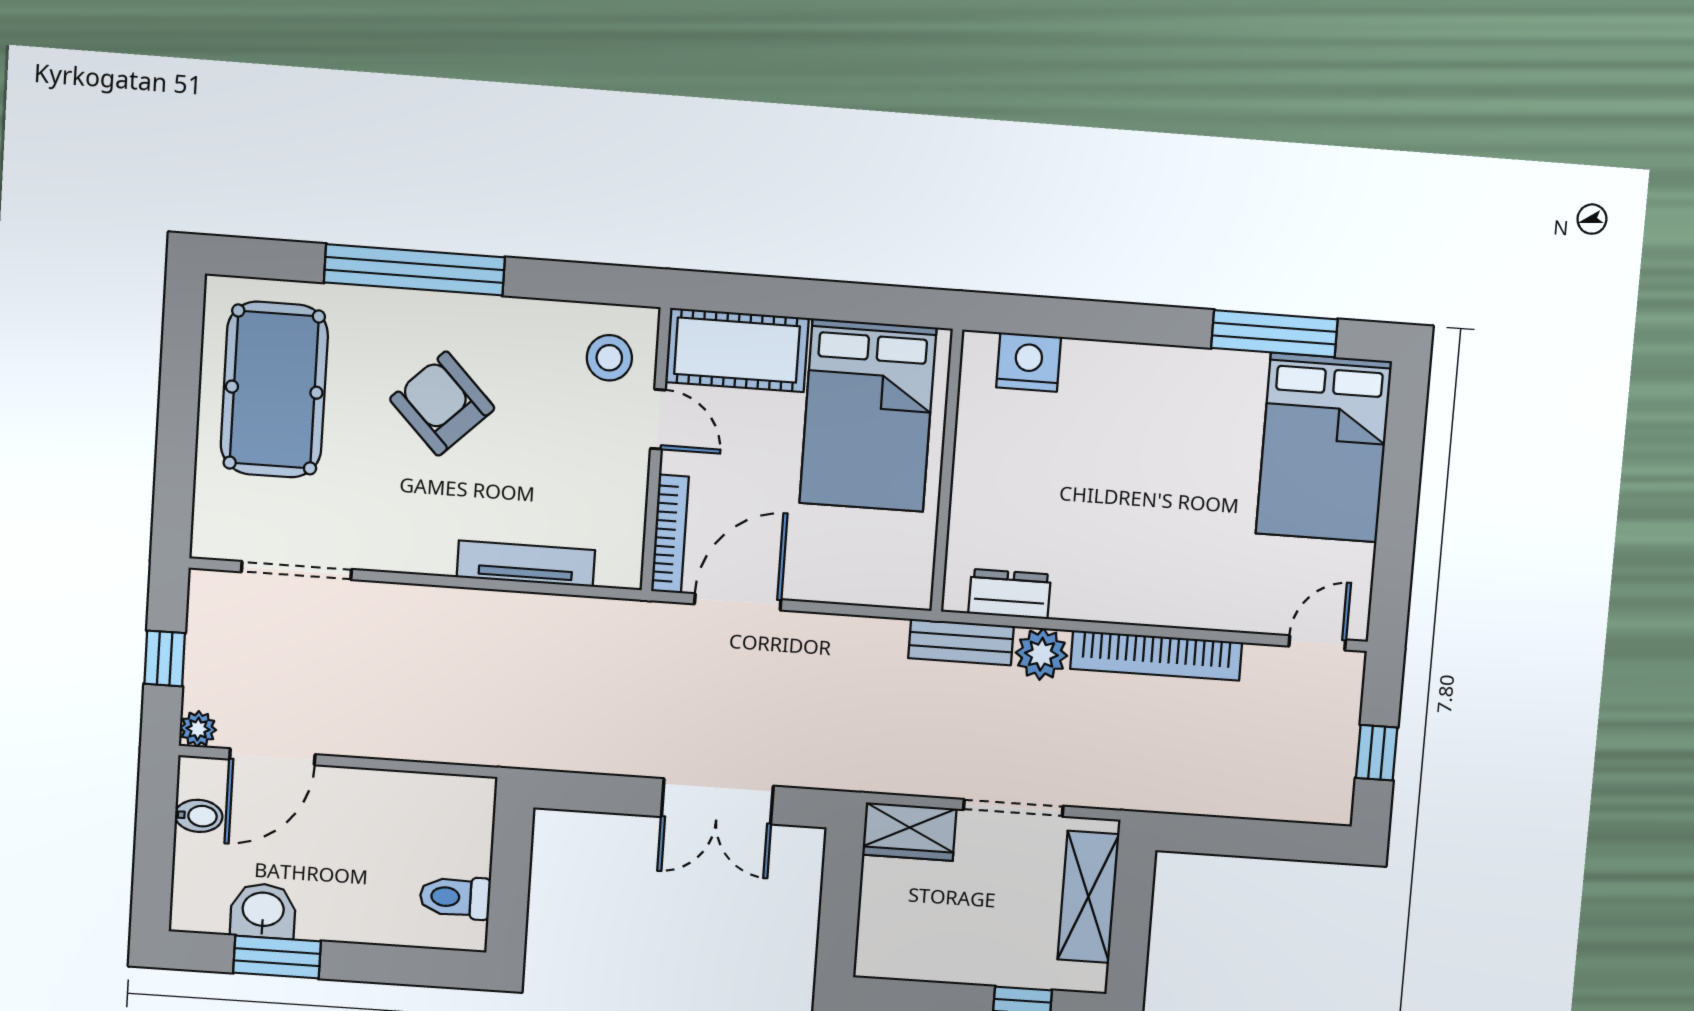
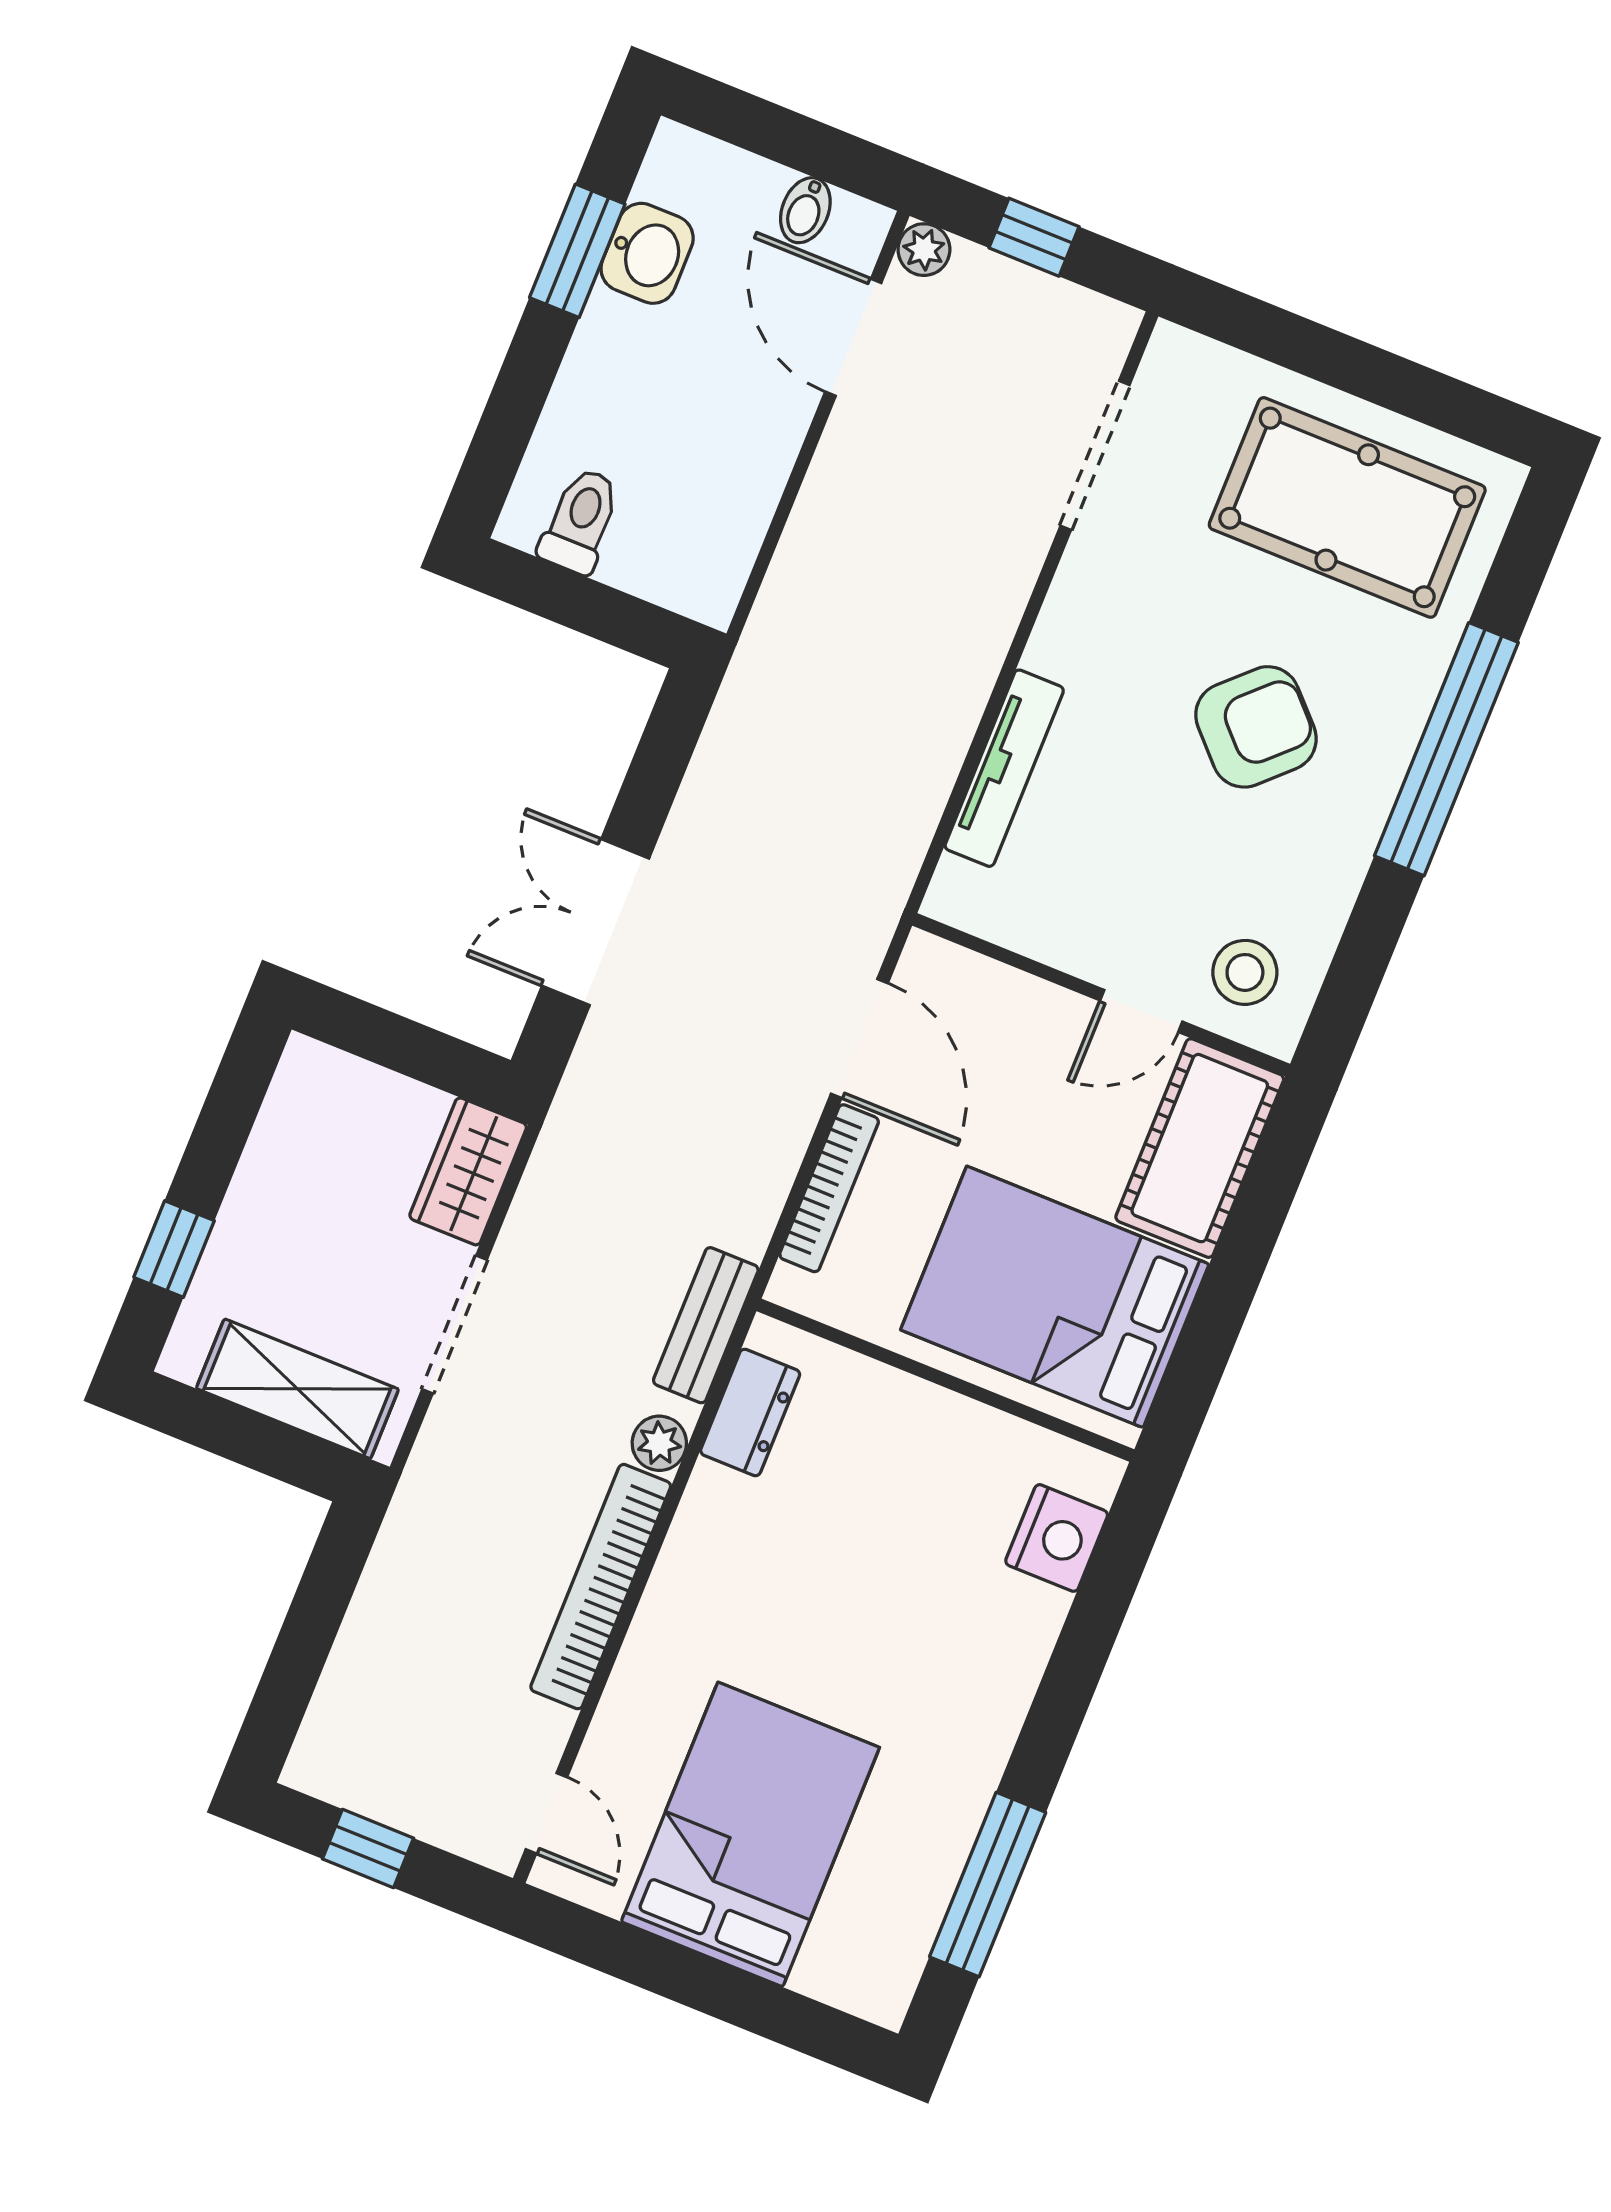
bed: (1324, 448) -> (750, 1835), moved, turned 90
bookcase: (670, 534) -> (829, 1188), moved, turned -90
plant: (1041, 654) -> (659, 1443), width x0.73, depth x0.73

